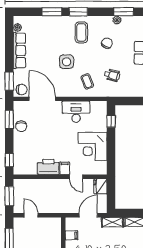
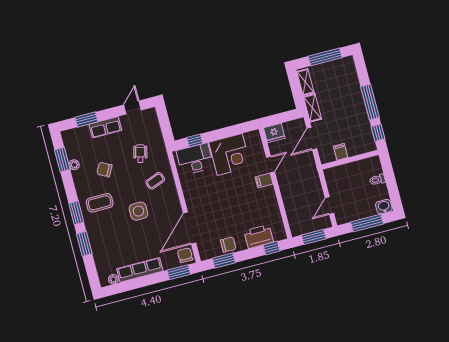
desk: (76, 112) -> (195, 159), moved, turned 90
printer: (48, 167) -> (259, 237), moved, turned 90
door: (88, 215) -> (312, 138), hinge flipped

